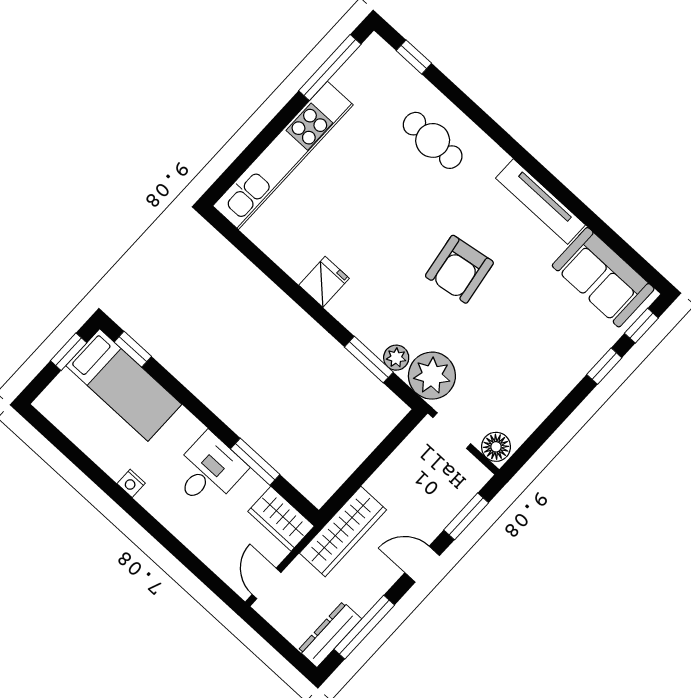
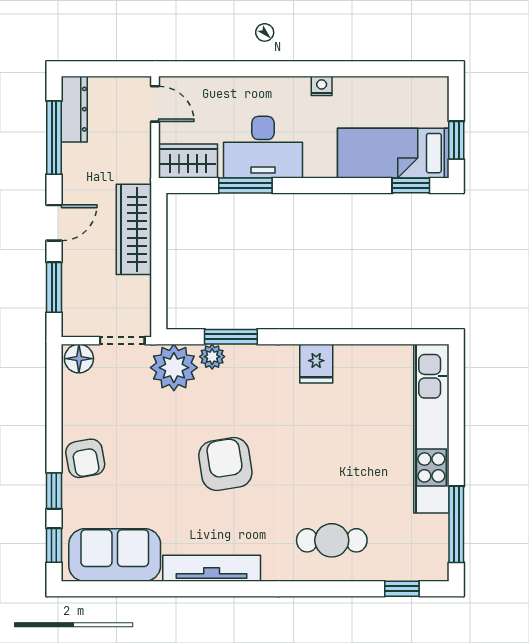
armchair: (559, 369) -> (85, 458), added
desk: (208, 471) -> (263, 147), width x1.37
wardrobe: (343, 532) -> (134, 229), moved

